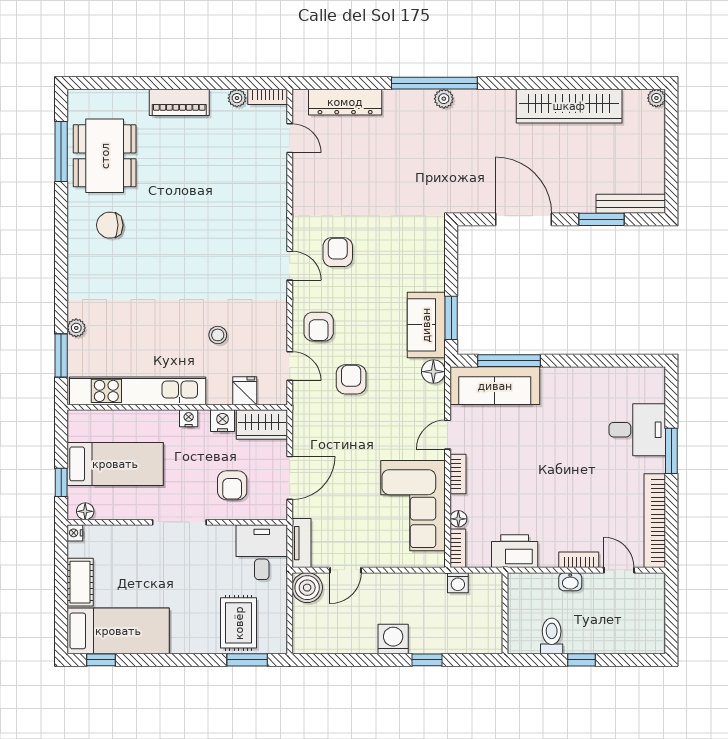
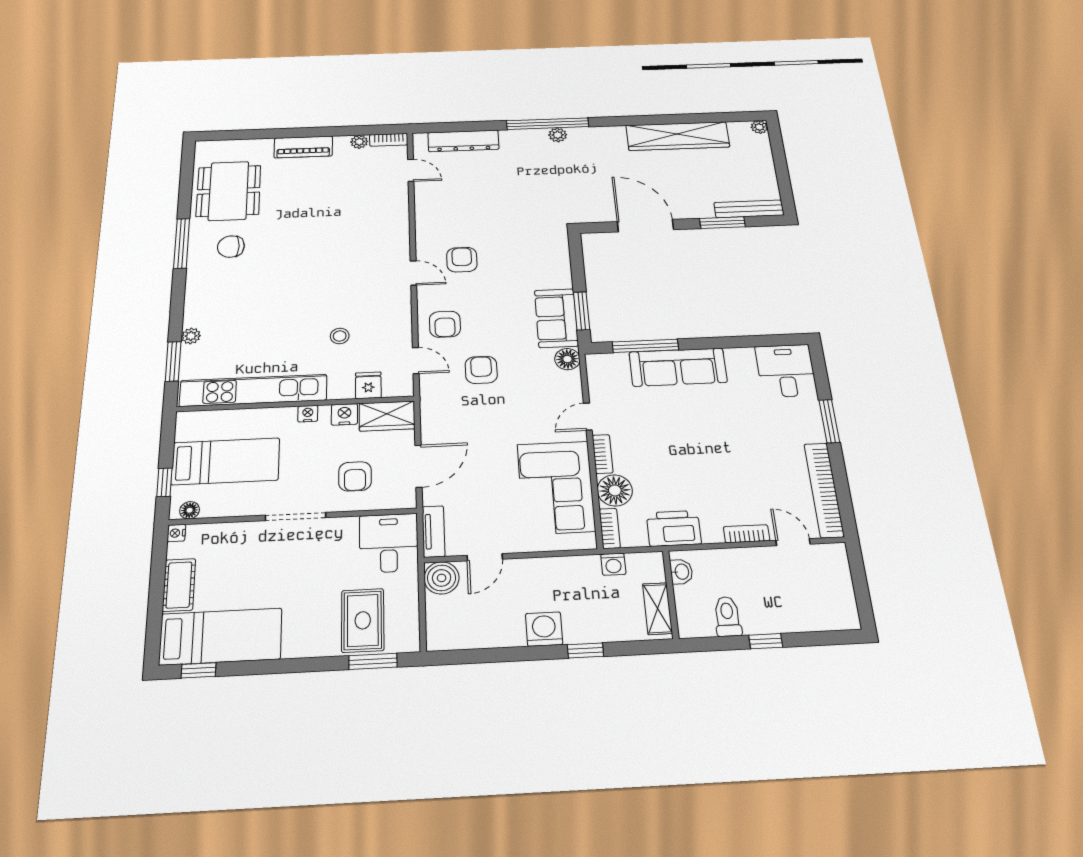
window: (61, 152) -> (182, 243), moved
sofa: (495, 386) -> (678, 367), moved
desk: (637, 430) -> (786, 371), moved, turned -90
floor lamp: (458, 519) -> (615, 490), width x1.89, depth x1.89
washbasin: (570, 582) -> (681, 572), moved, turned -90
shelving: (492, 626) -> (658, 609), added

